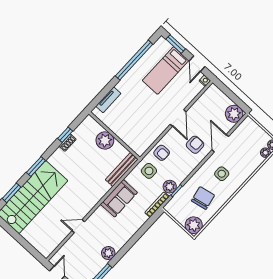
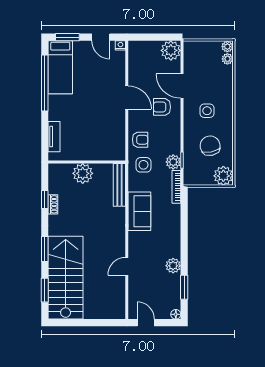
bed: (166, 70) -> (60, 67), moved
armchair: (195, 145) -> (162, 107), turned -90

